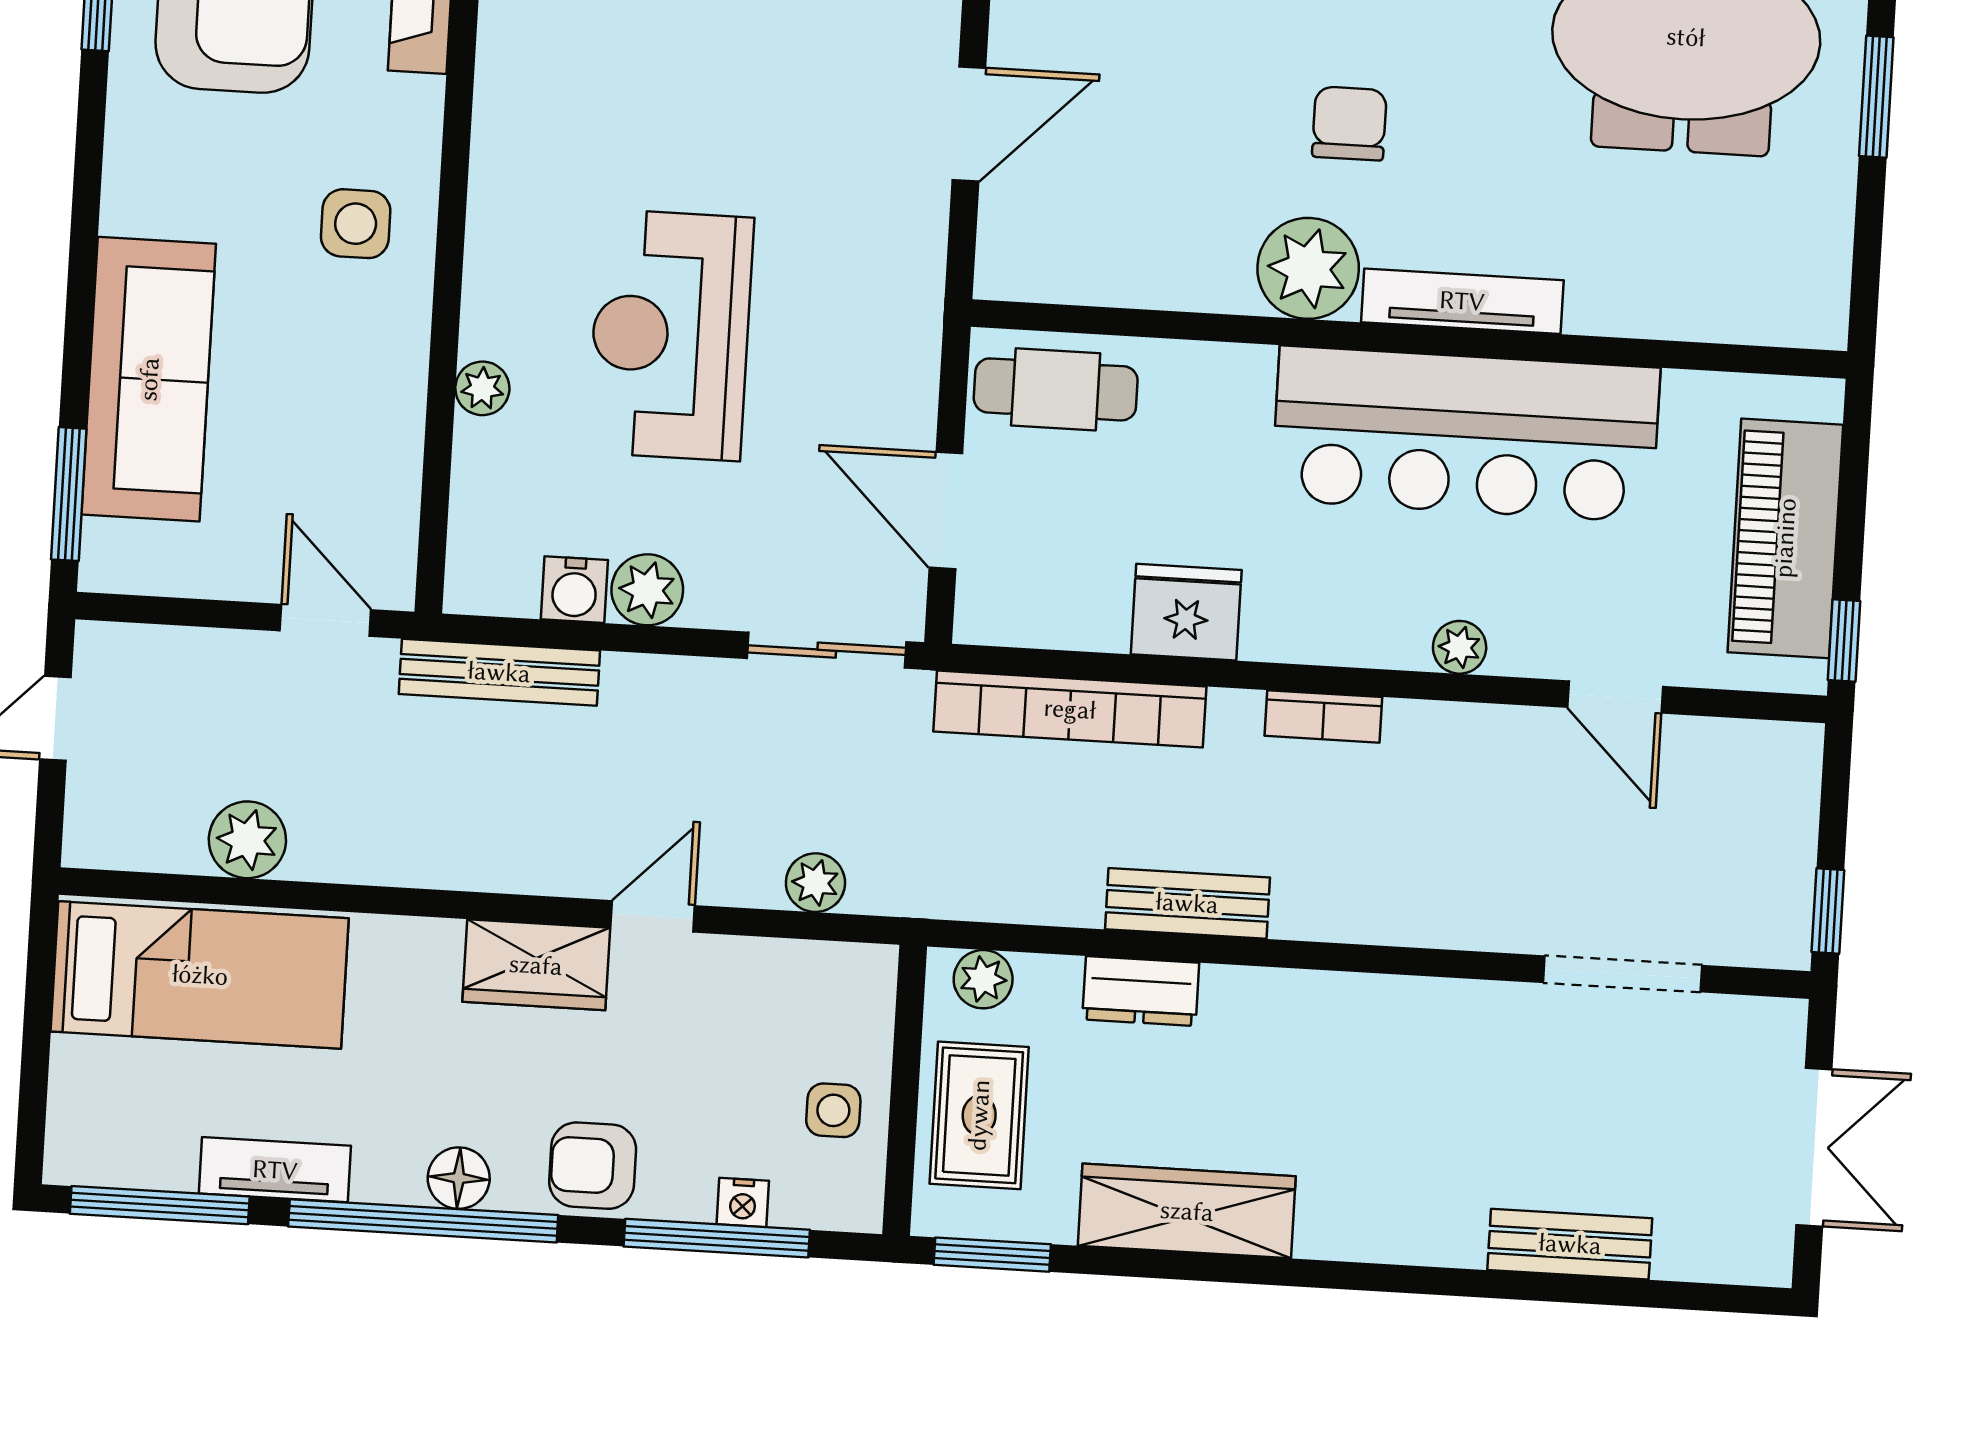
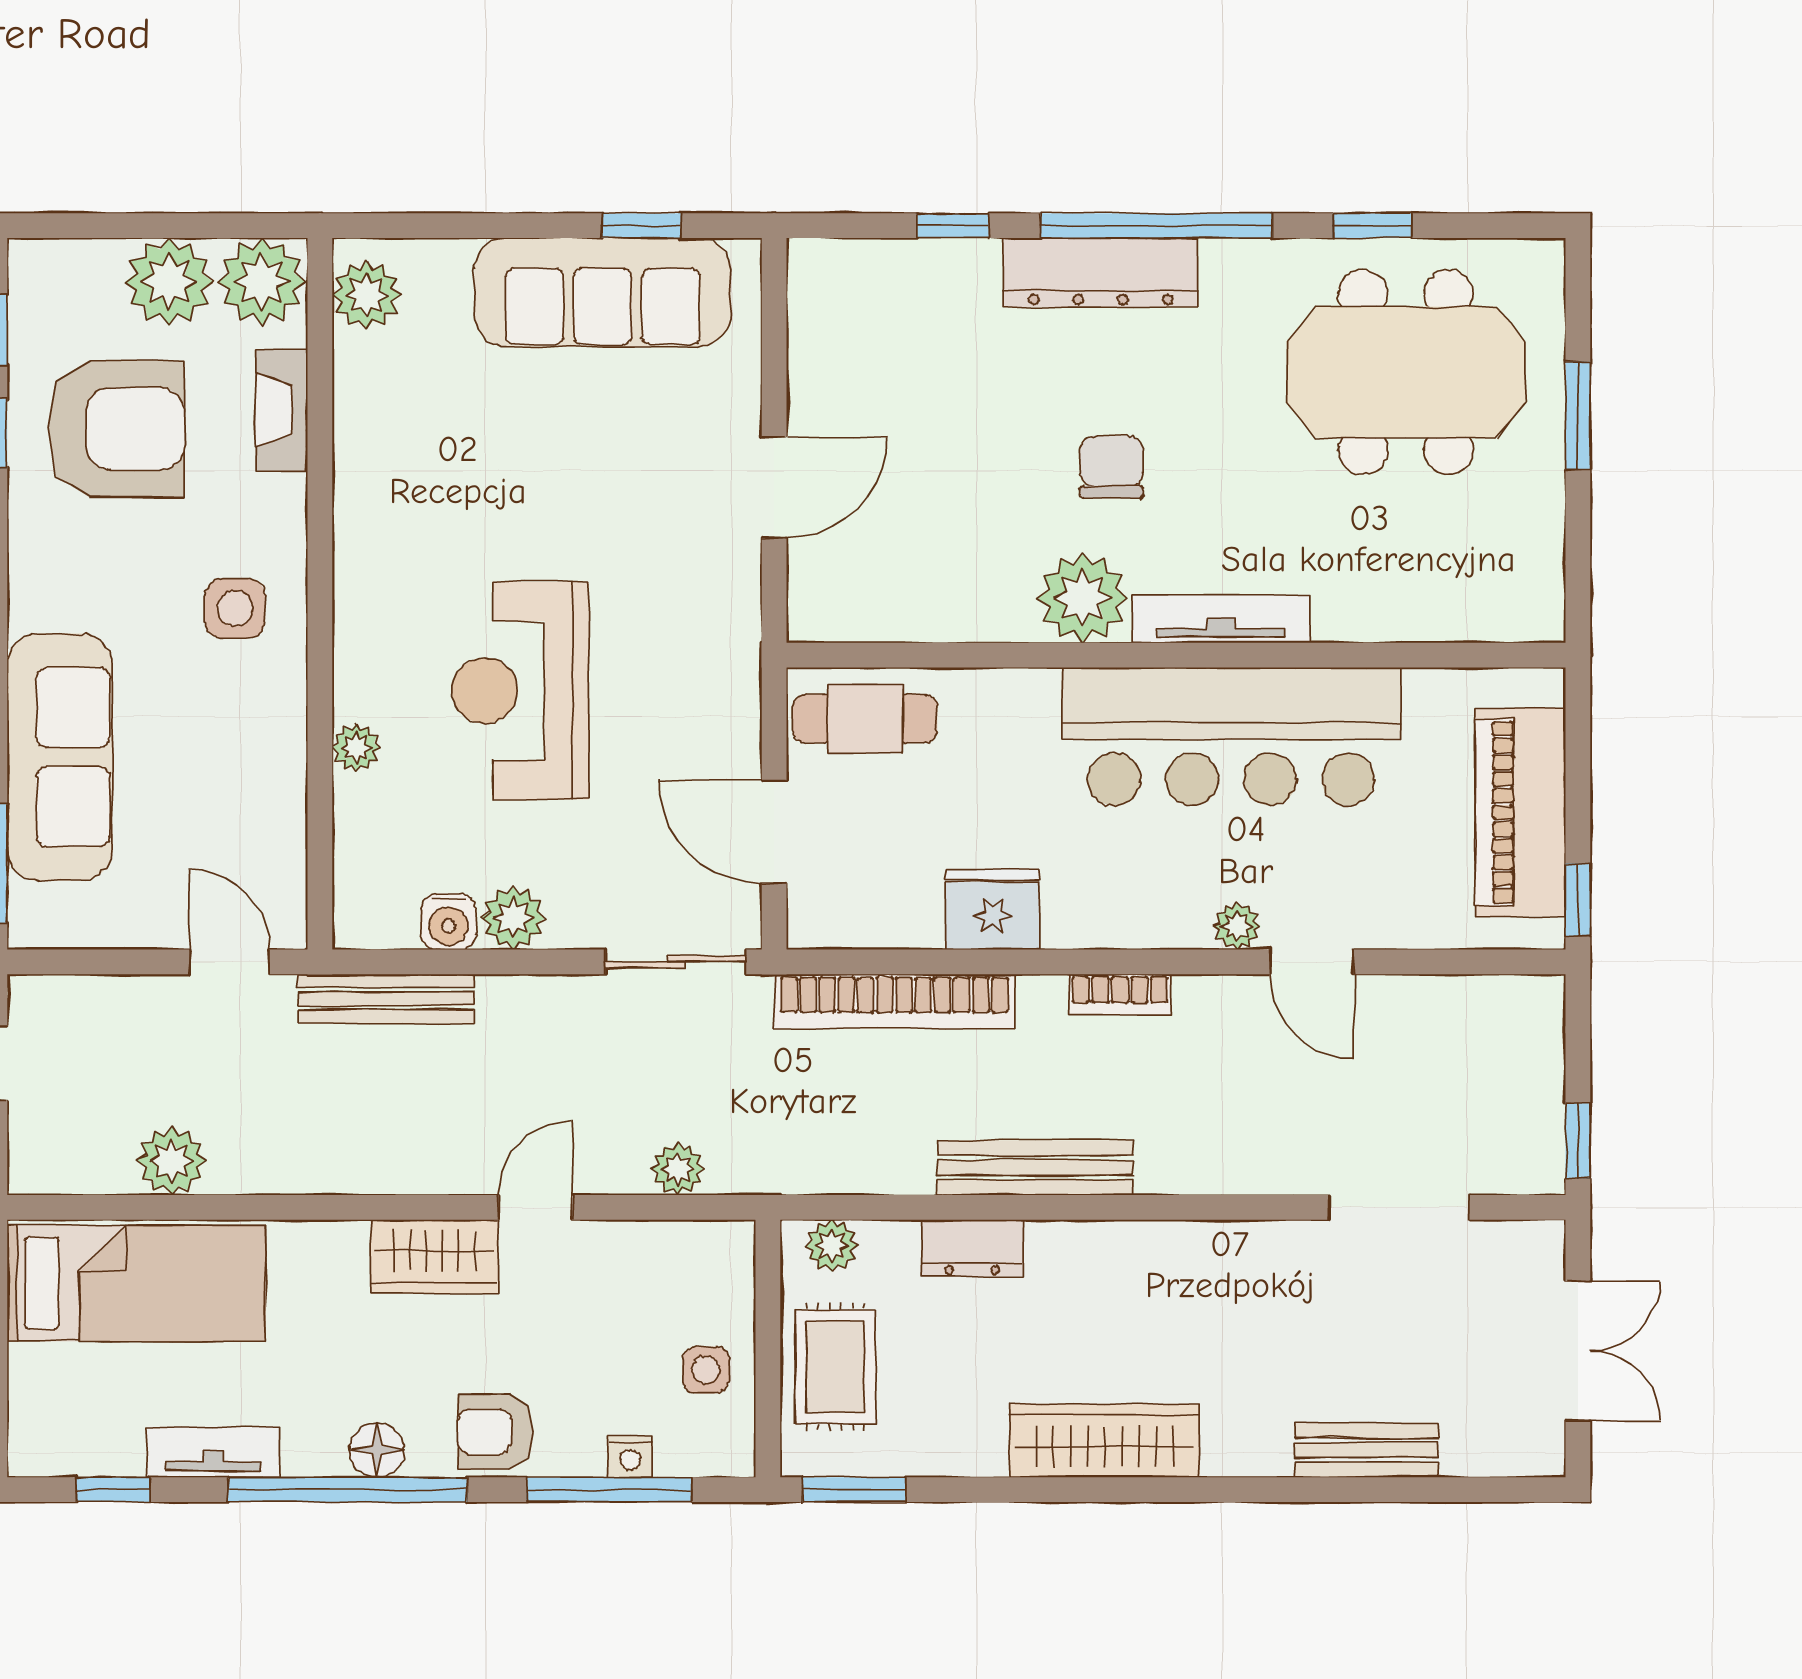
door: (1615, 697) -> (1312, 962), moved
bench: (1187, 903) -> (1035, 1168), width x1.36
window: (160, 1205) -> (113, 1490), width x0.46
wardrobe: (1187, 1211) -> (1105, 1441), moved

